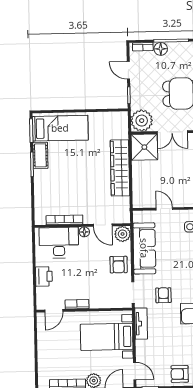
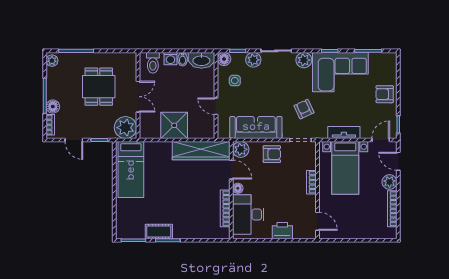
door: (128, 70) -> (74, 140), hinge flipped
bed: (60, 128) -> (131, 170), moved, turned 180
shower: (144, 147) -> (174, 125), moved
wardrobe: (120, 168) -> (201, 151), moved
door: (164, 209) -> (216, 106), hinge flipped
door: (103, 225) -> (231, 170), hinge flipped
armchair: (163, 295) -> (304, 109), turned 65
bookcase: (77, 304) -> (311, 182), moved
tv unit: (141, 324) -> (344, 132), moved
armchair: (180, 374) -> (385, 94), turned 90

